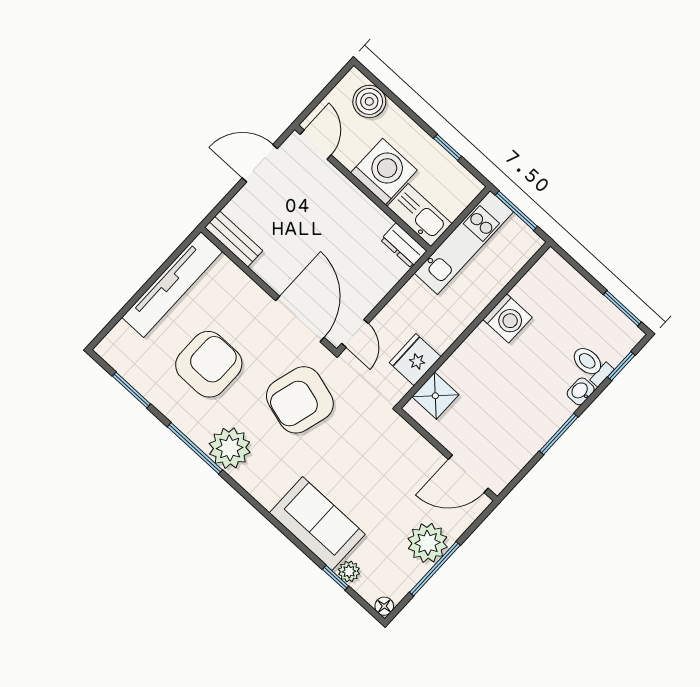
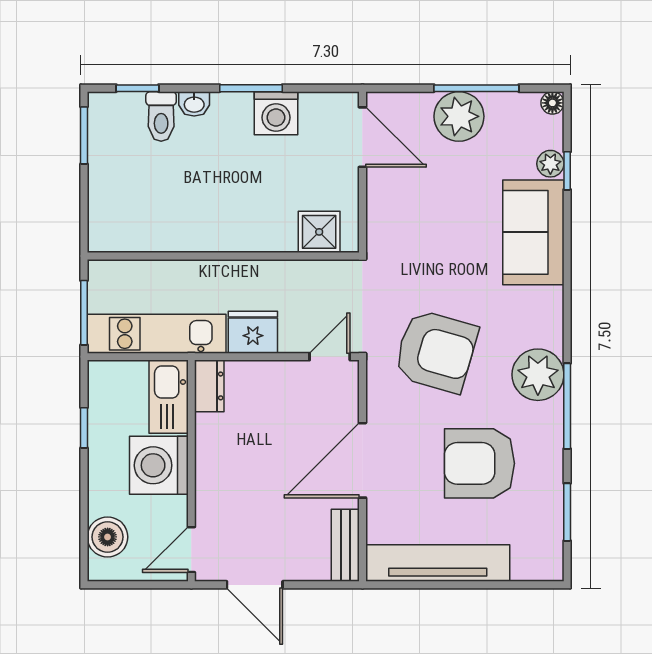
washing machine: (508, 318) -> (276, 113), moved, turned 180
door: (300, 319) -> (362, 460), moved
fridge: (415, 360) -> (253, 332), moved, turned 180

